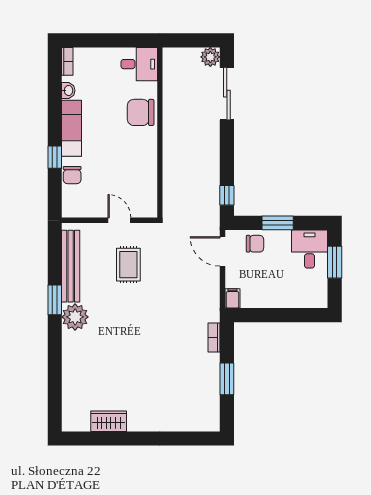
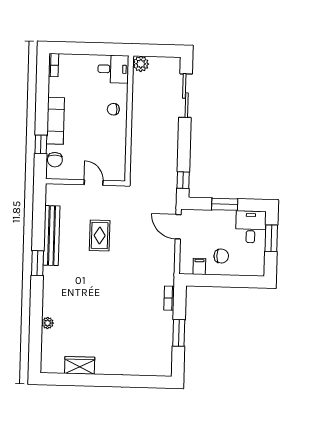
plant: (210, 57) -> (141, 64), moved
washbasin: (68, 91) -> (54, 89), removed
chair: (141, 112) -> (113, 109), width x0.54, depth x0.54
wall: (109, 220) -> (85, 182), moved
door: (119, 220) -> (94, 183), moved
chair: (255, 244) -> (221, 256), moved
filing cabinet: (233, 298) -> (199, 266), moved
plant: (75, 317) -> (48, 323), moved, width x0.53, depth x0.53

